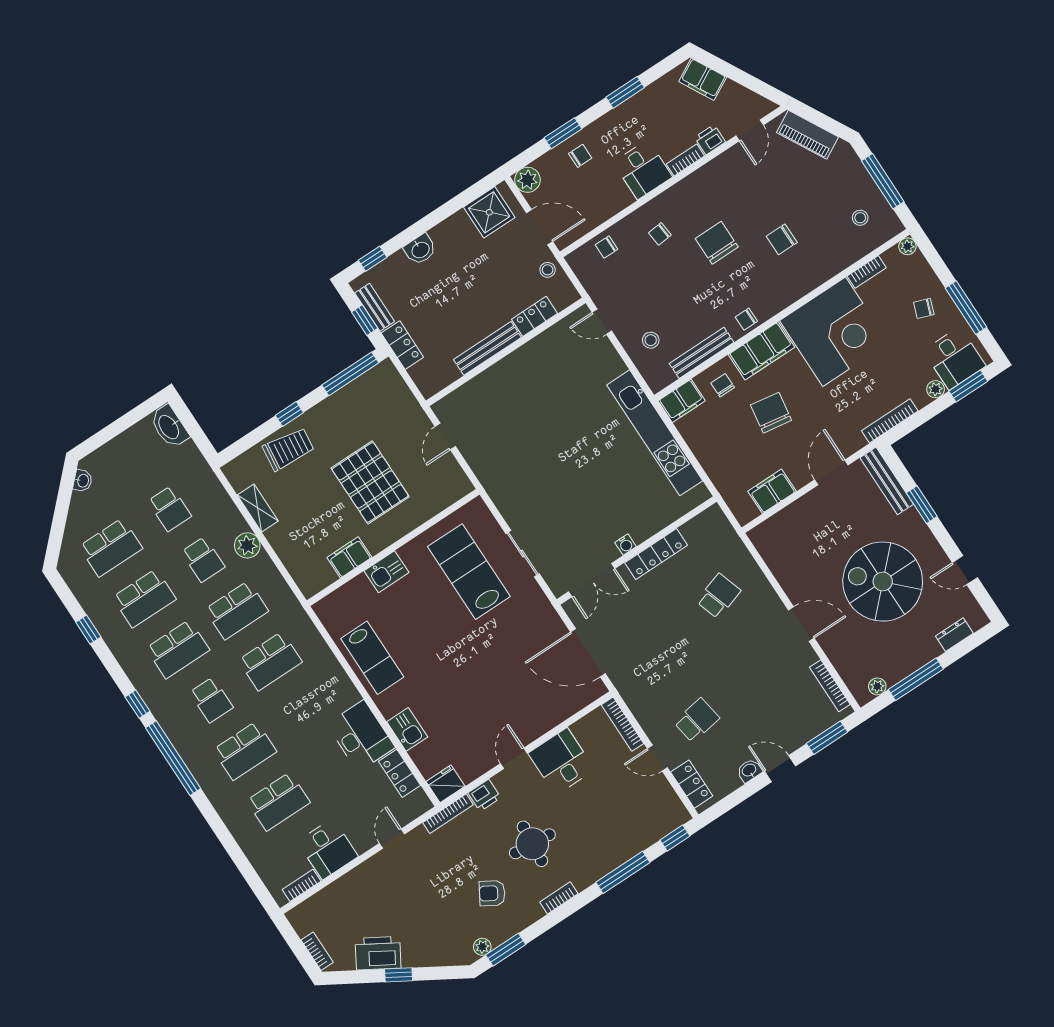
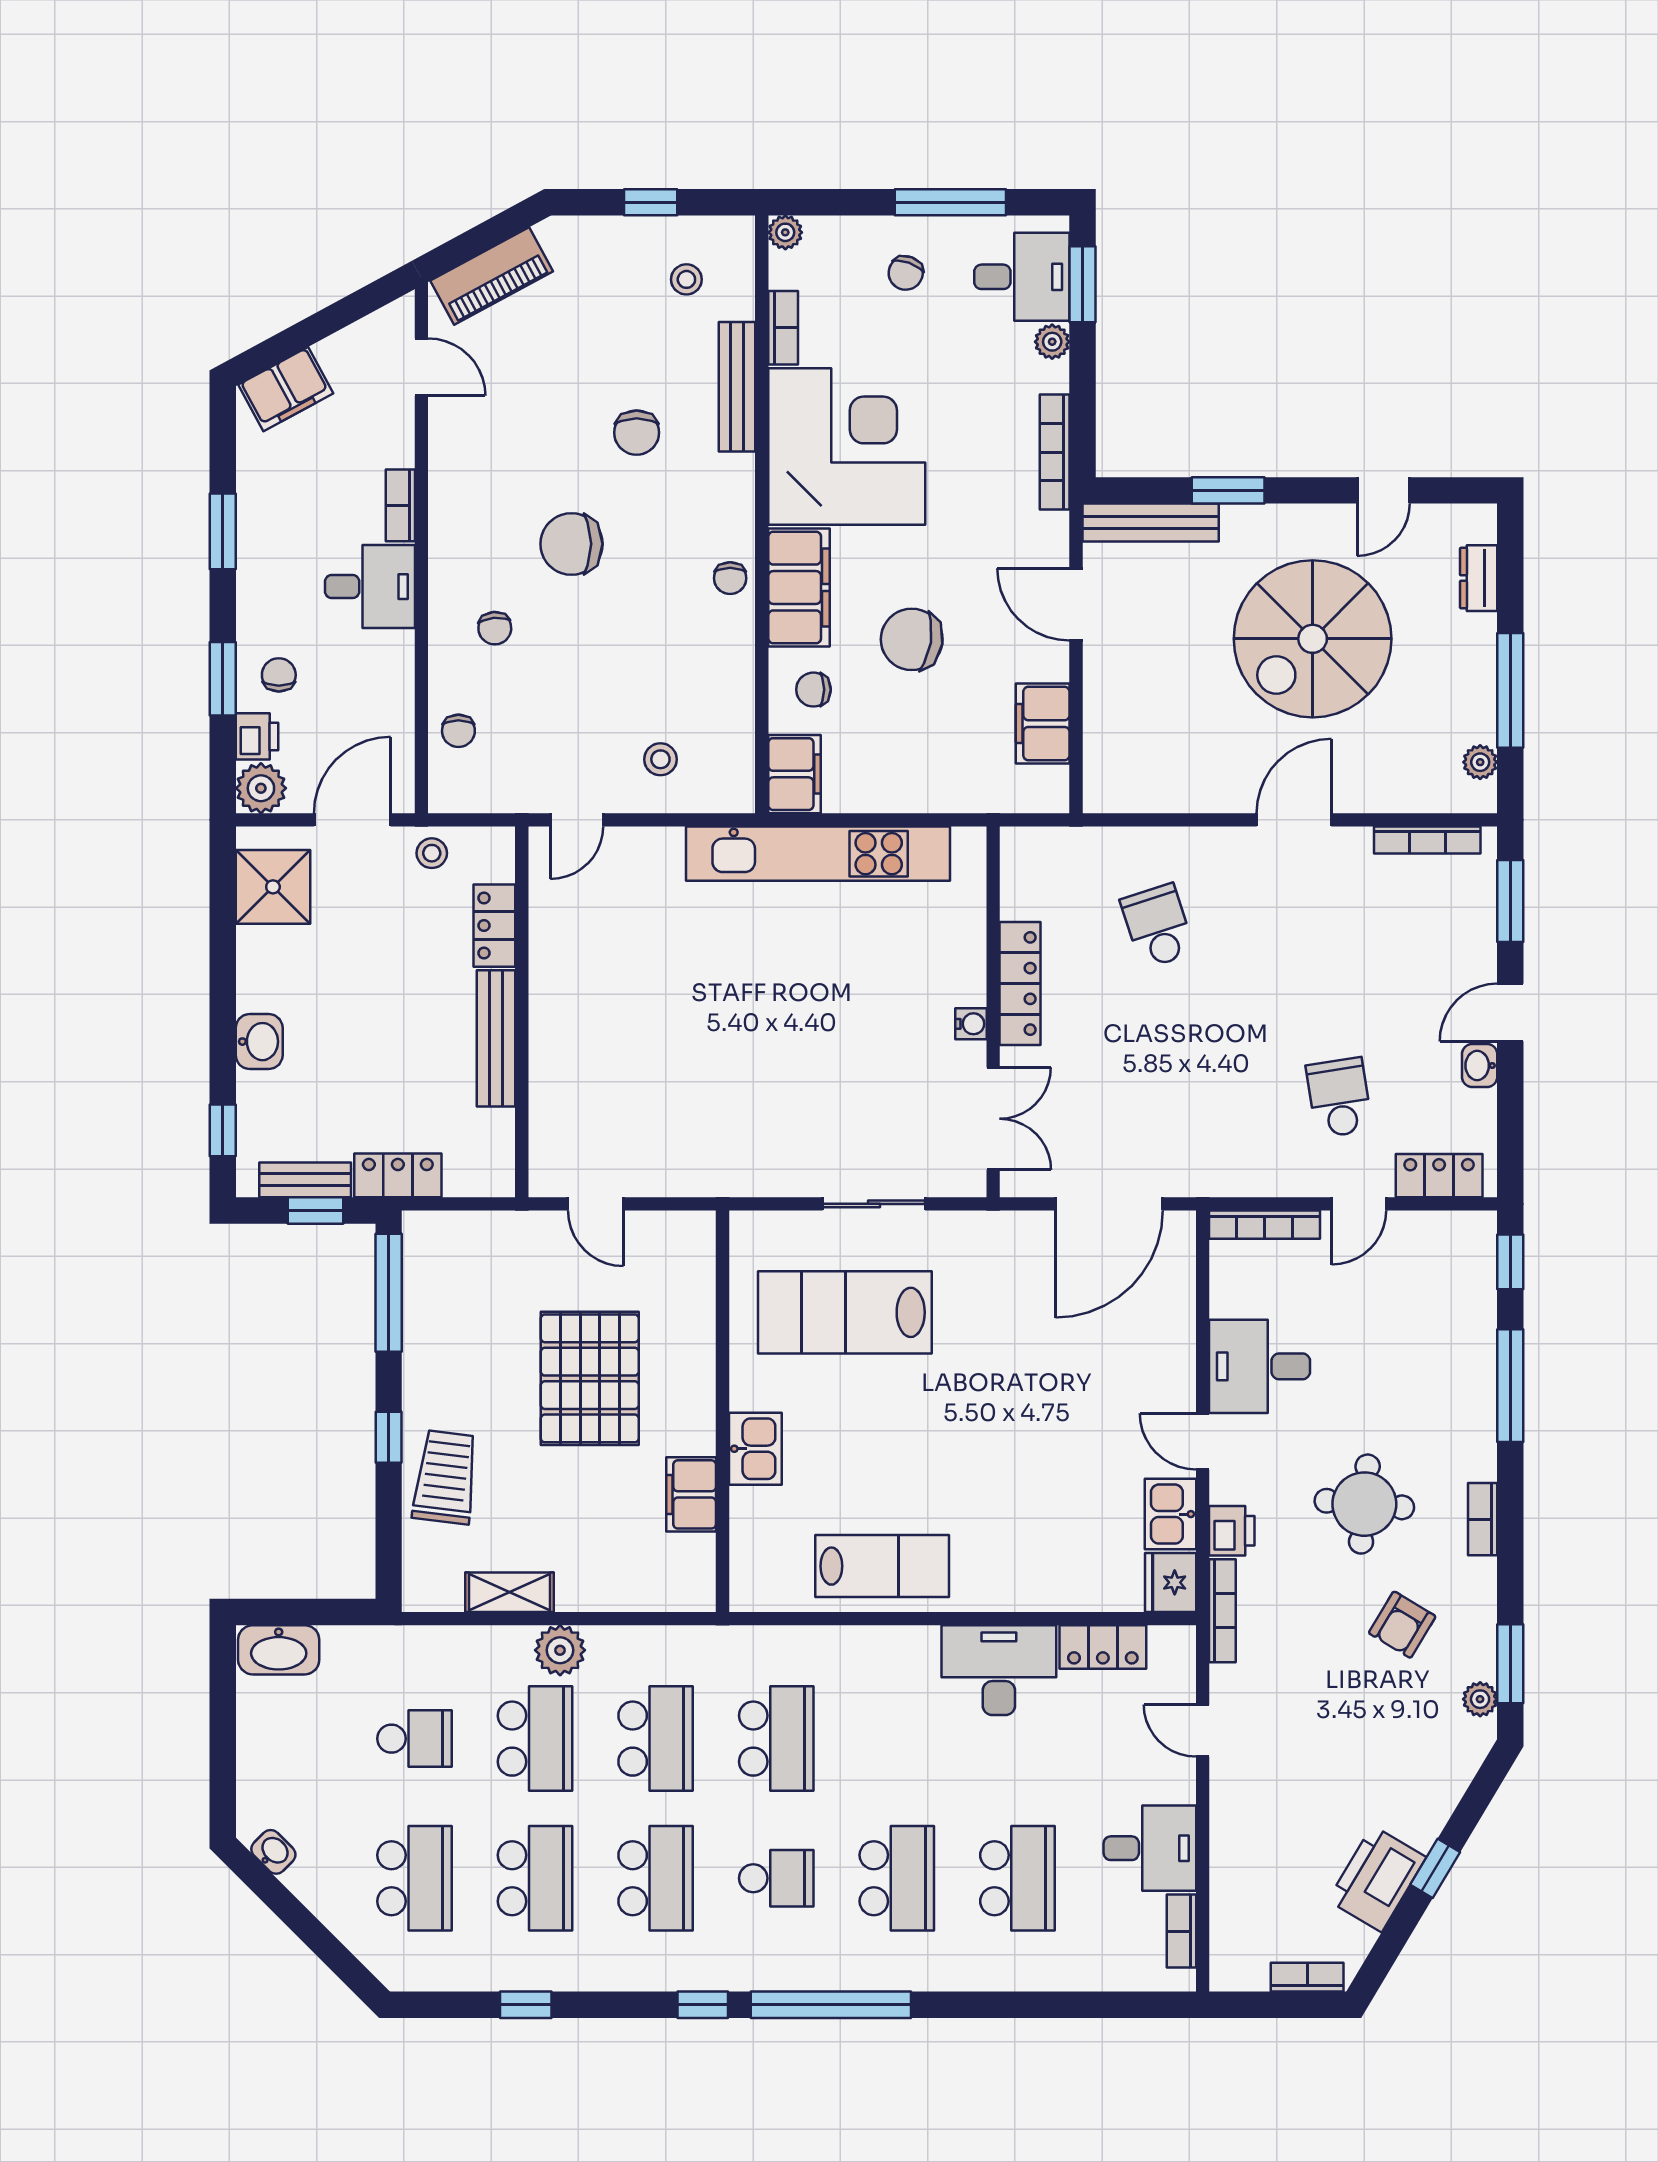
printer: (710, 140) -> (257, 736), moved, turned 180
window: (883, 181) -> (651, 202), width x0.46
bench: (702, 353) -> (737, 387), moved
pallet: (370, 482) -> (590, 1378), turned 90
school desk: (203, 559) -> (535, 1739), width x1.85
kitchen sink: (407, 729) -> (1170, 1514), moved, turned -90

